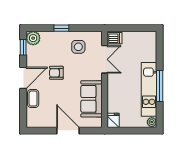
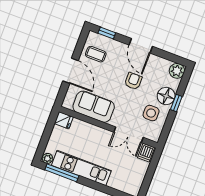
floor lamp: (59, 39) -> (166, 96), added
window: (23, 47) -> (107, 33), moved
window: (160, 86) -> (62, 173), moved
coffee table: (33, 99) -> (96, 54), moved
door: (68, 131) -> (71, 71), hinge flipped

